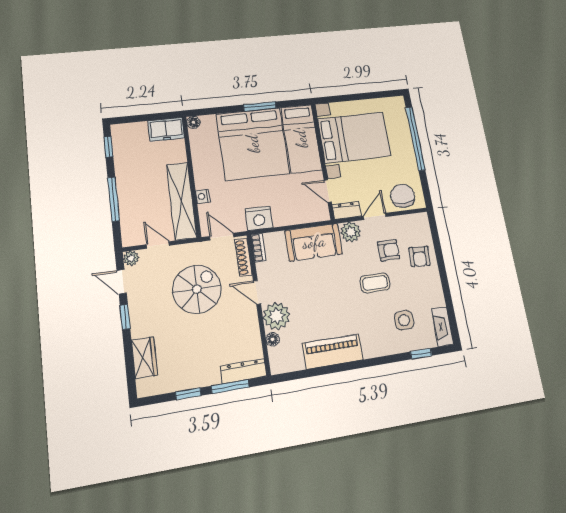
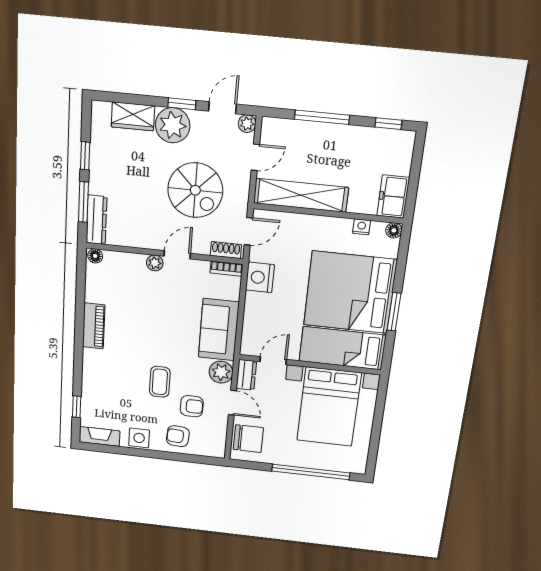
nightstand: (203, 196) -> (362, 227), moved
armchair: (389, 250) -> (192, 406), turned -90
shoe rack: (243, 257) -> (226, 250), width x0.70
plant: (276, 316) -> (155, 263), width x0.53, depth x0.53
side table: (404, 320) -> (139, 438), moved
plant: (145, 321) -> (173, 125), added
floor lamp: (273, 339) -> (95, 256), moved
piano: (333, 352) -> (94, 326), width x0.73, depth x0.75

